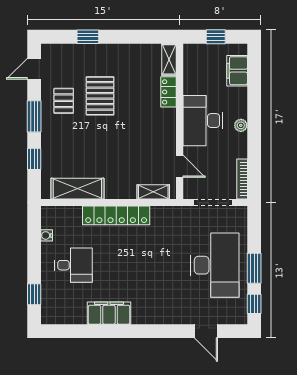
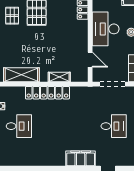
shelving: (153, 192) -> (59, 77), moved
desk: (215, 265) -> (114, 126), width x0.53, depth x0.77
filing cabinet: (109, 313) -> (81, 158), moved

